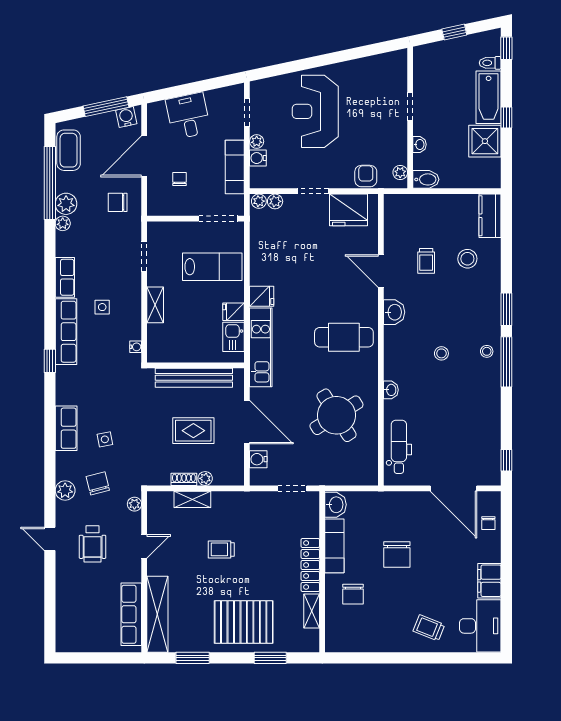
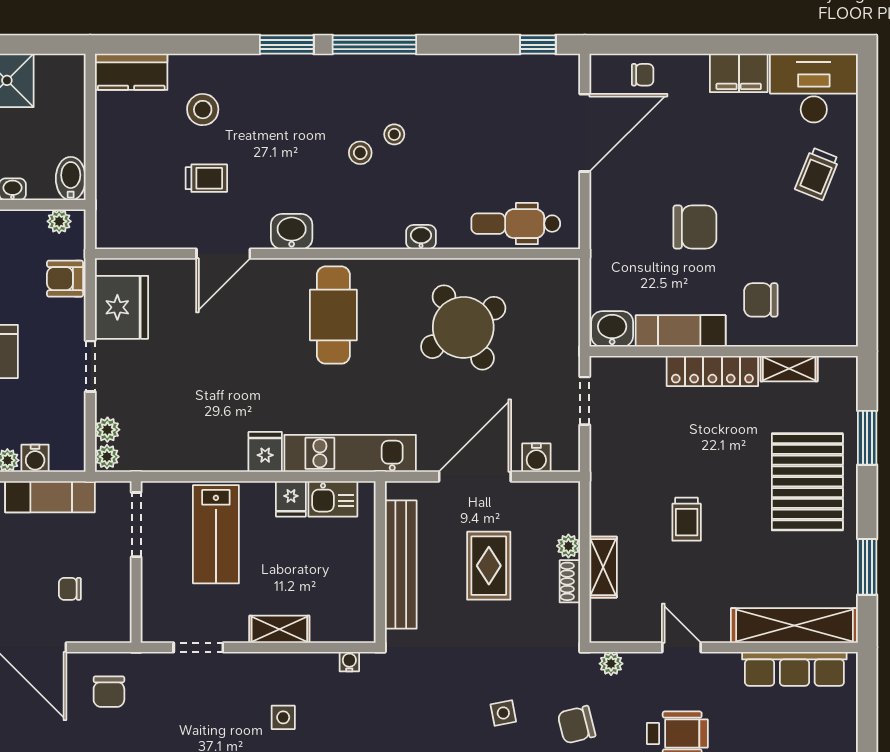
lab bench: (212, 267) -> (216, 534), turned 180
stool: (487, 351) -> (394, 134), moved
chair: (353, 594) -> (761, 300), turned 180

